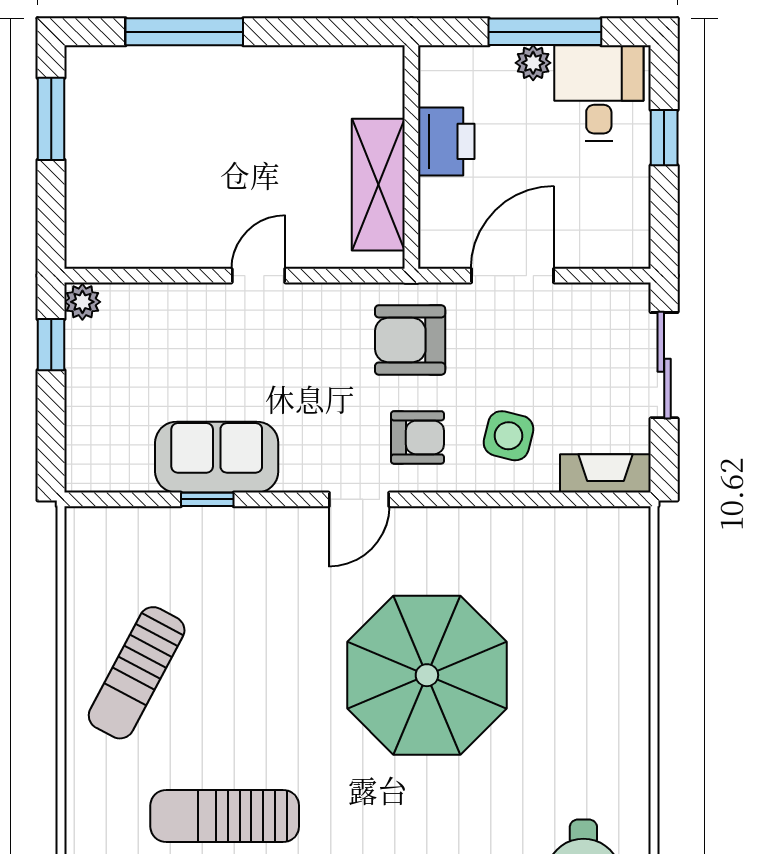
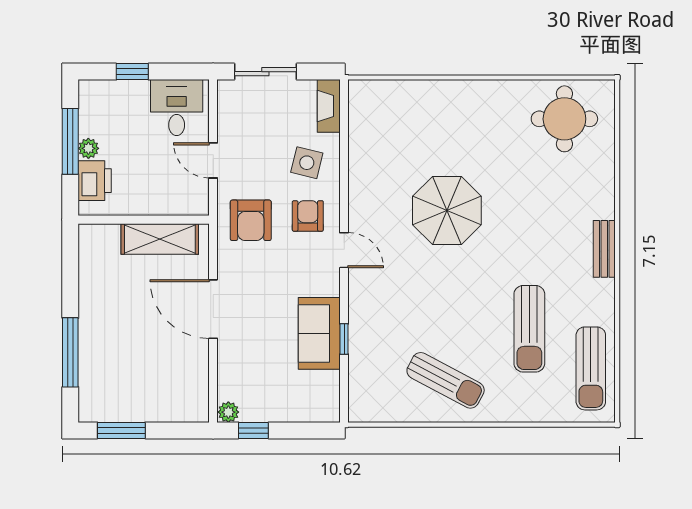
desk: (599, 93) -> (177, 108), moved, turned 90
printer: (446, 141) -> (95, 181), moved, turned 90
door: (258, 276) -> (213, 309), width x1.88
door: (512, 276) -> (213, 160), width x0.73
parasol: (427, 675) -> (447, 210), width x0.73, depth x0.73

